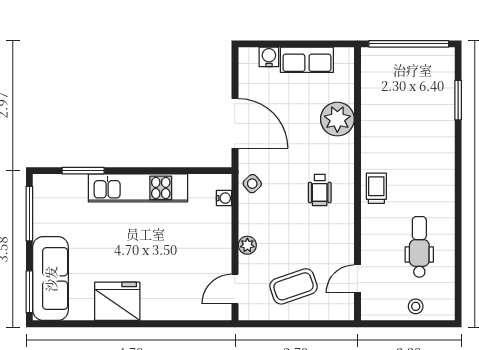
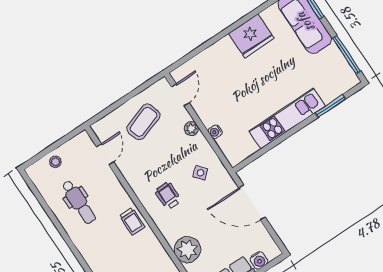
side table: (252, 184) -> (200, 173), moved
water cooler: (224, 198) -> (215, 132), moved

